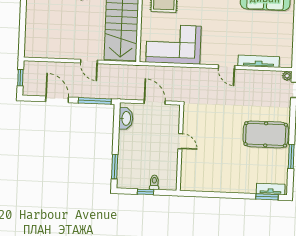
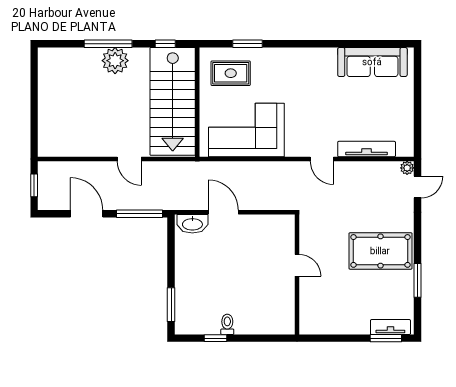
washbasin: (126, 118) -> (192, 224), moved, turned 90
door: (180, 141) -> (297, 265), moved
wall: (180, 148) -> (297, 275), moved

